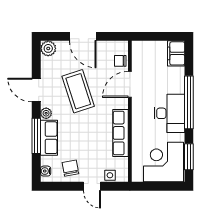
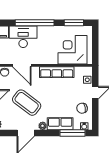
coffee table: (78, 91) -> (27, 103), turned 55
desk: (169, 113) -> (23, 37), moved
window: (36, 136) -> (73, 133), moved
corner desk: (164, 162) -> (72, 50), moved, turned 90

